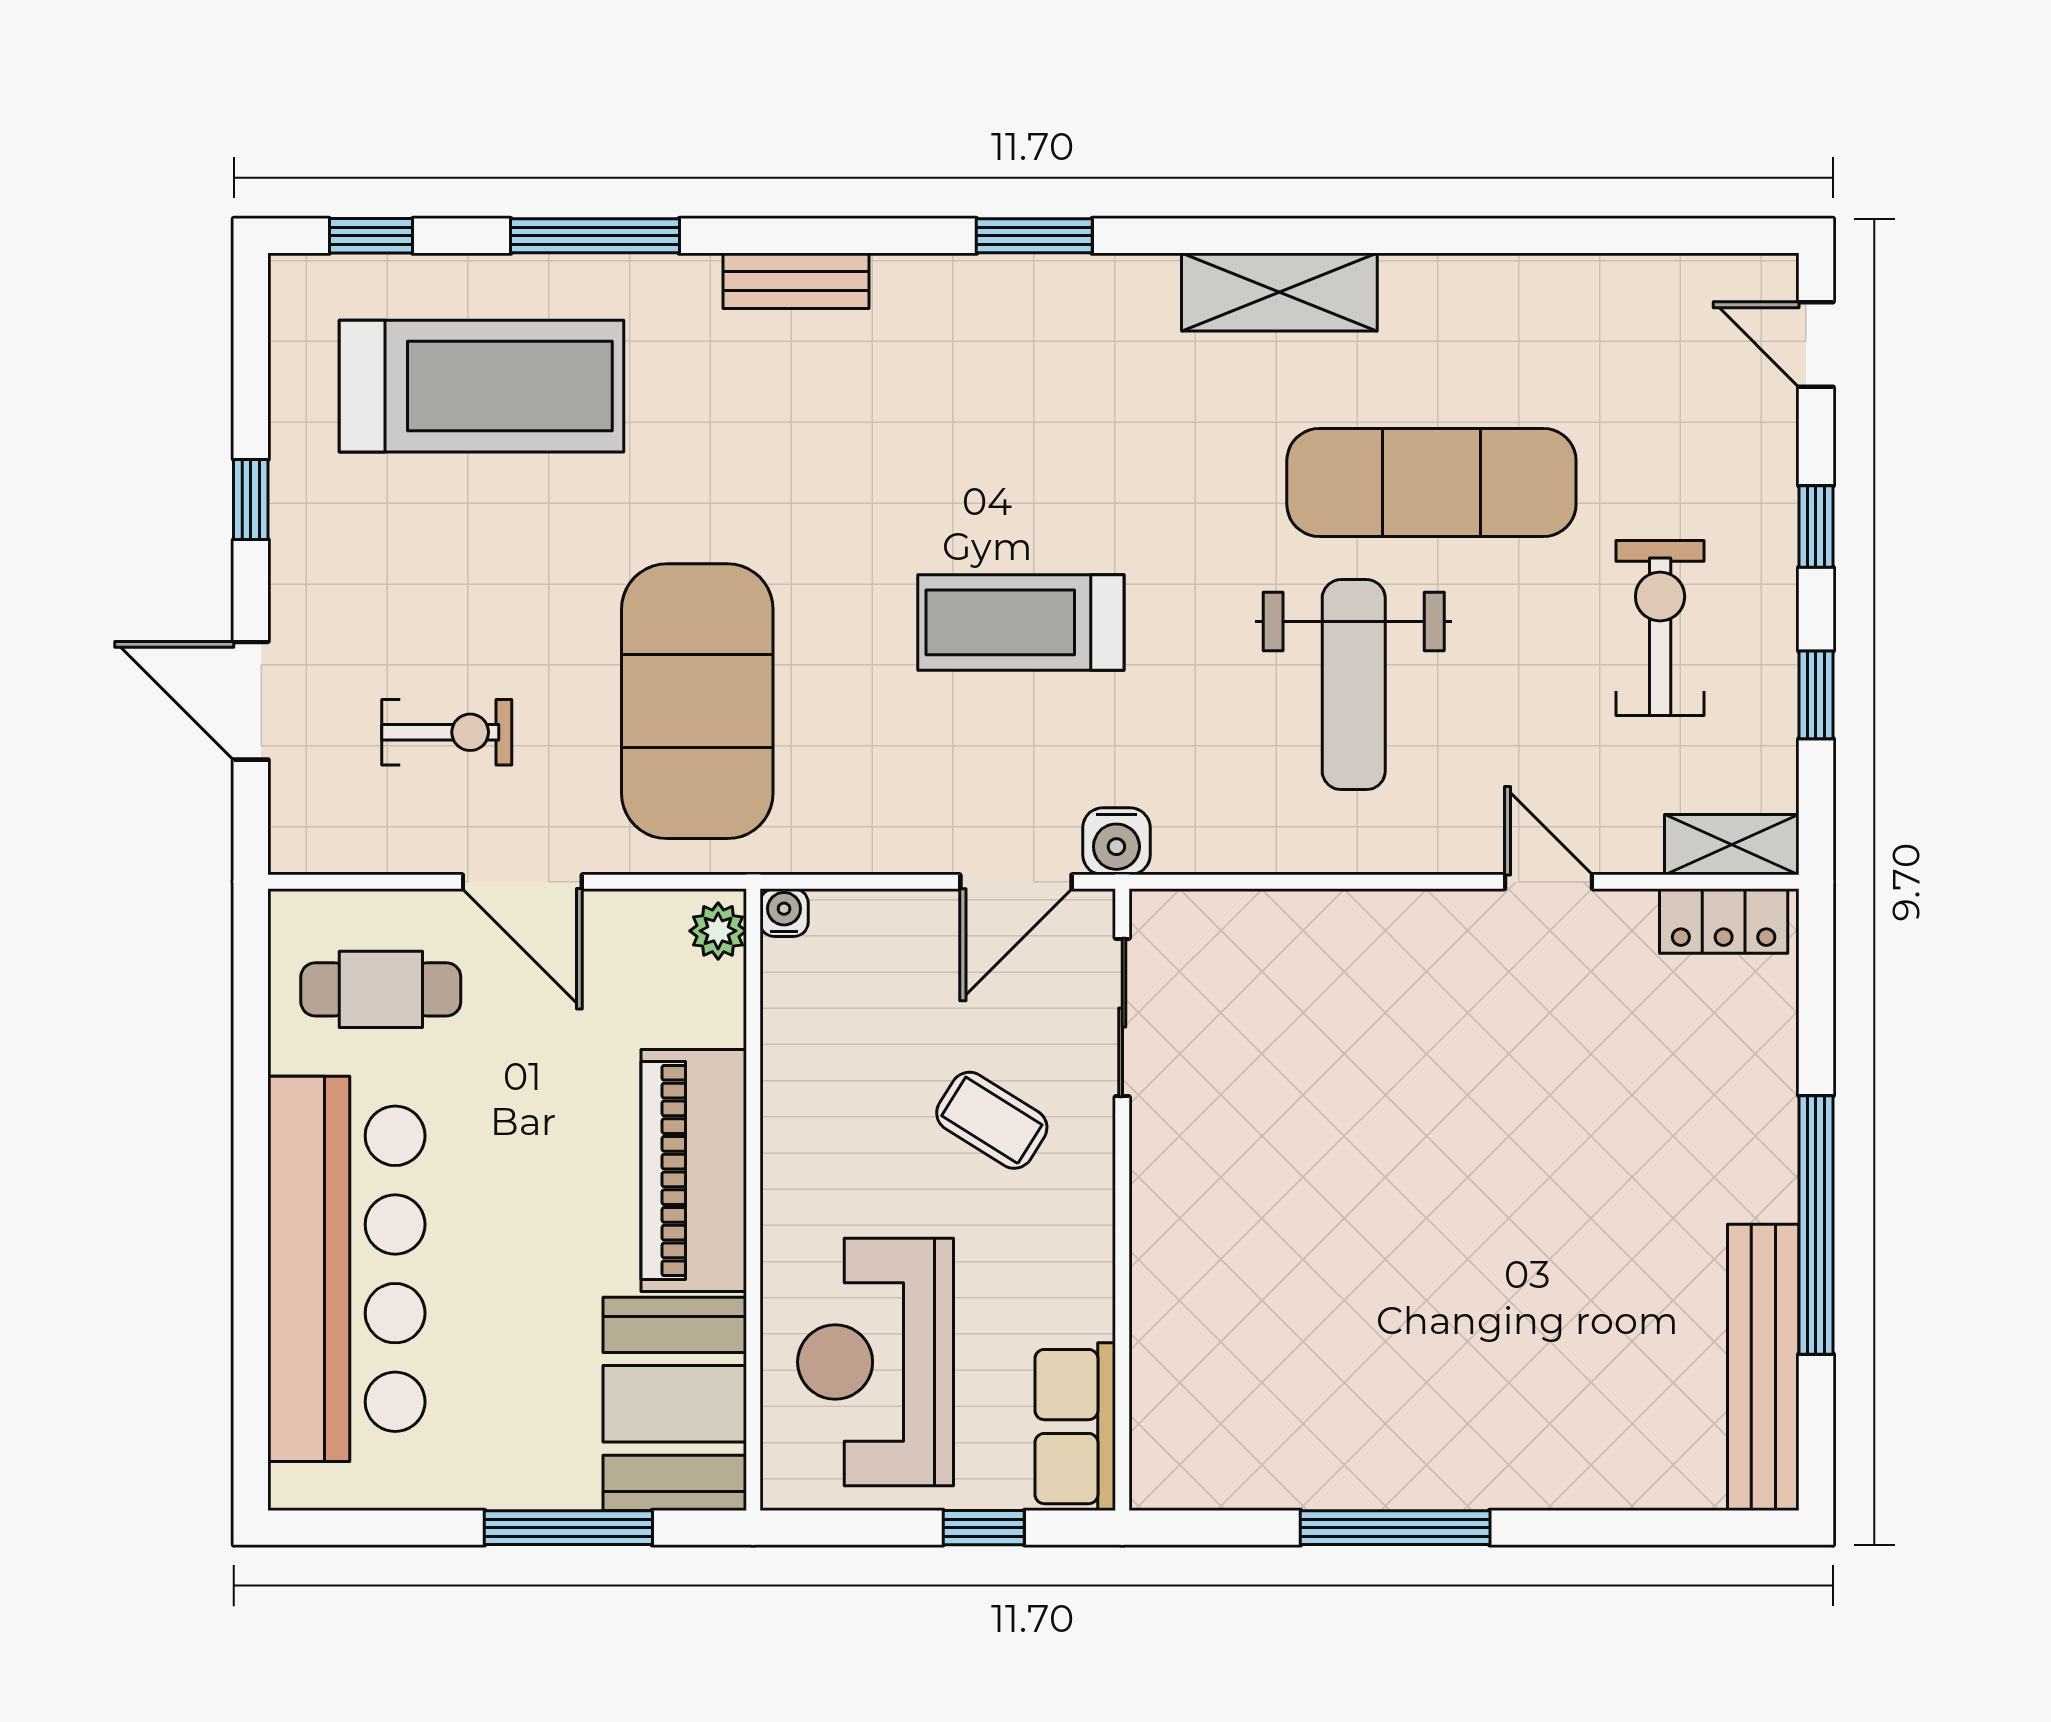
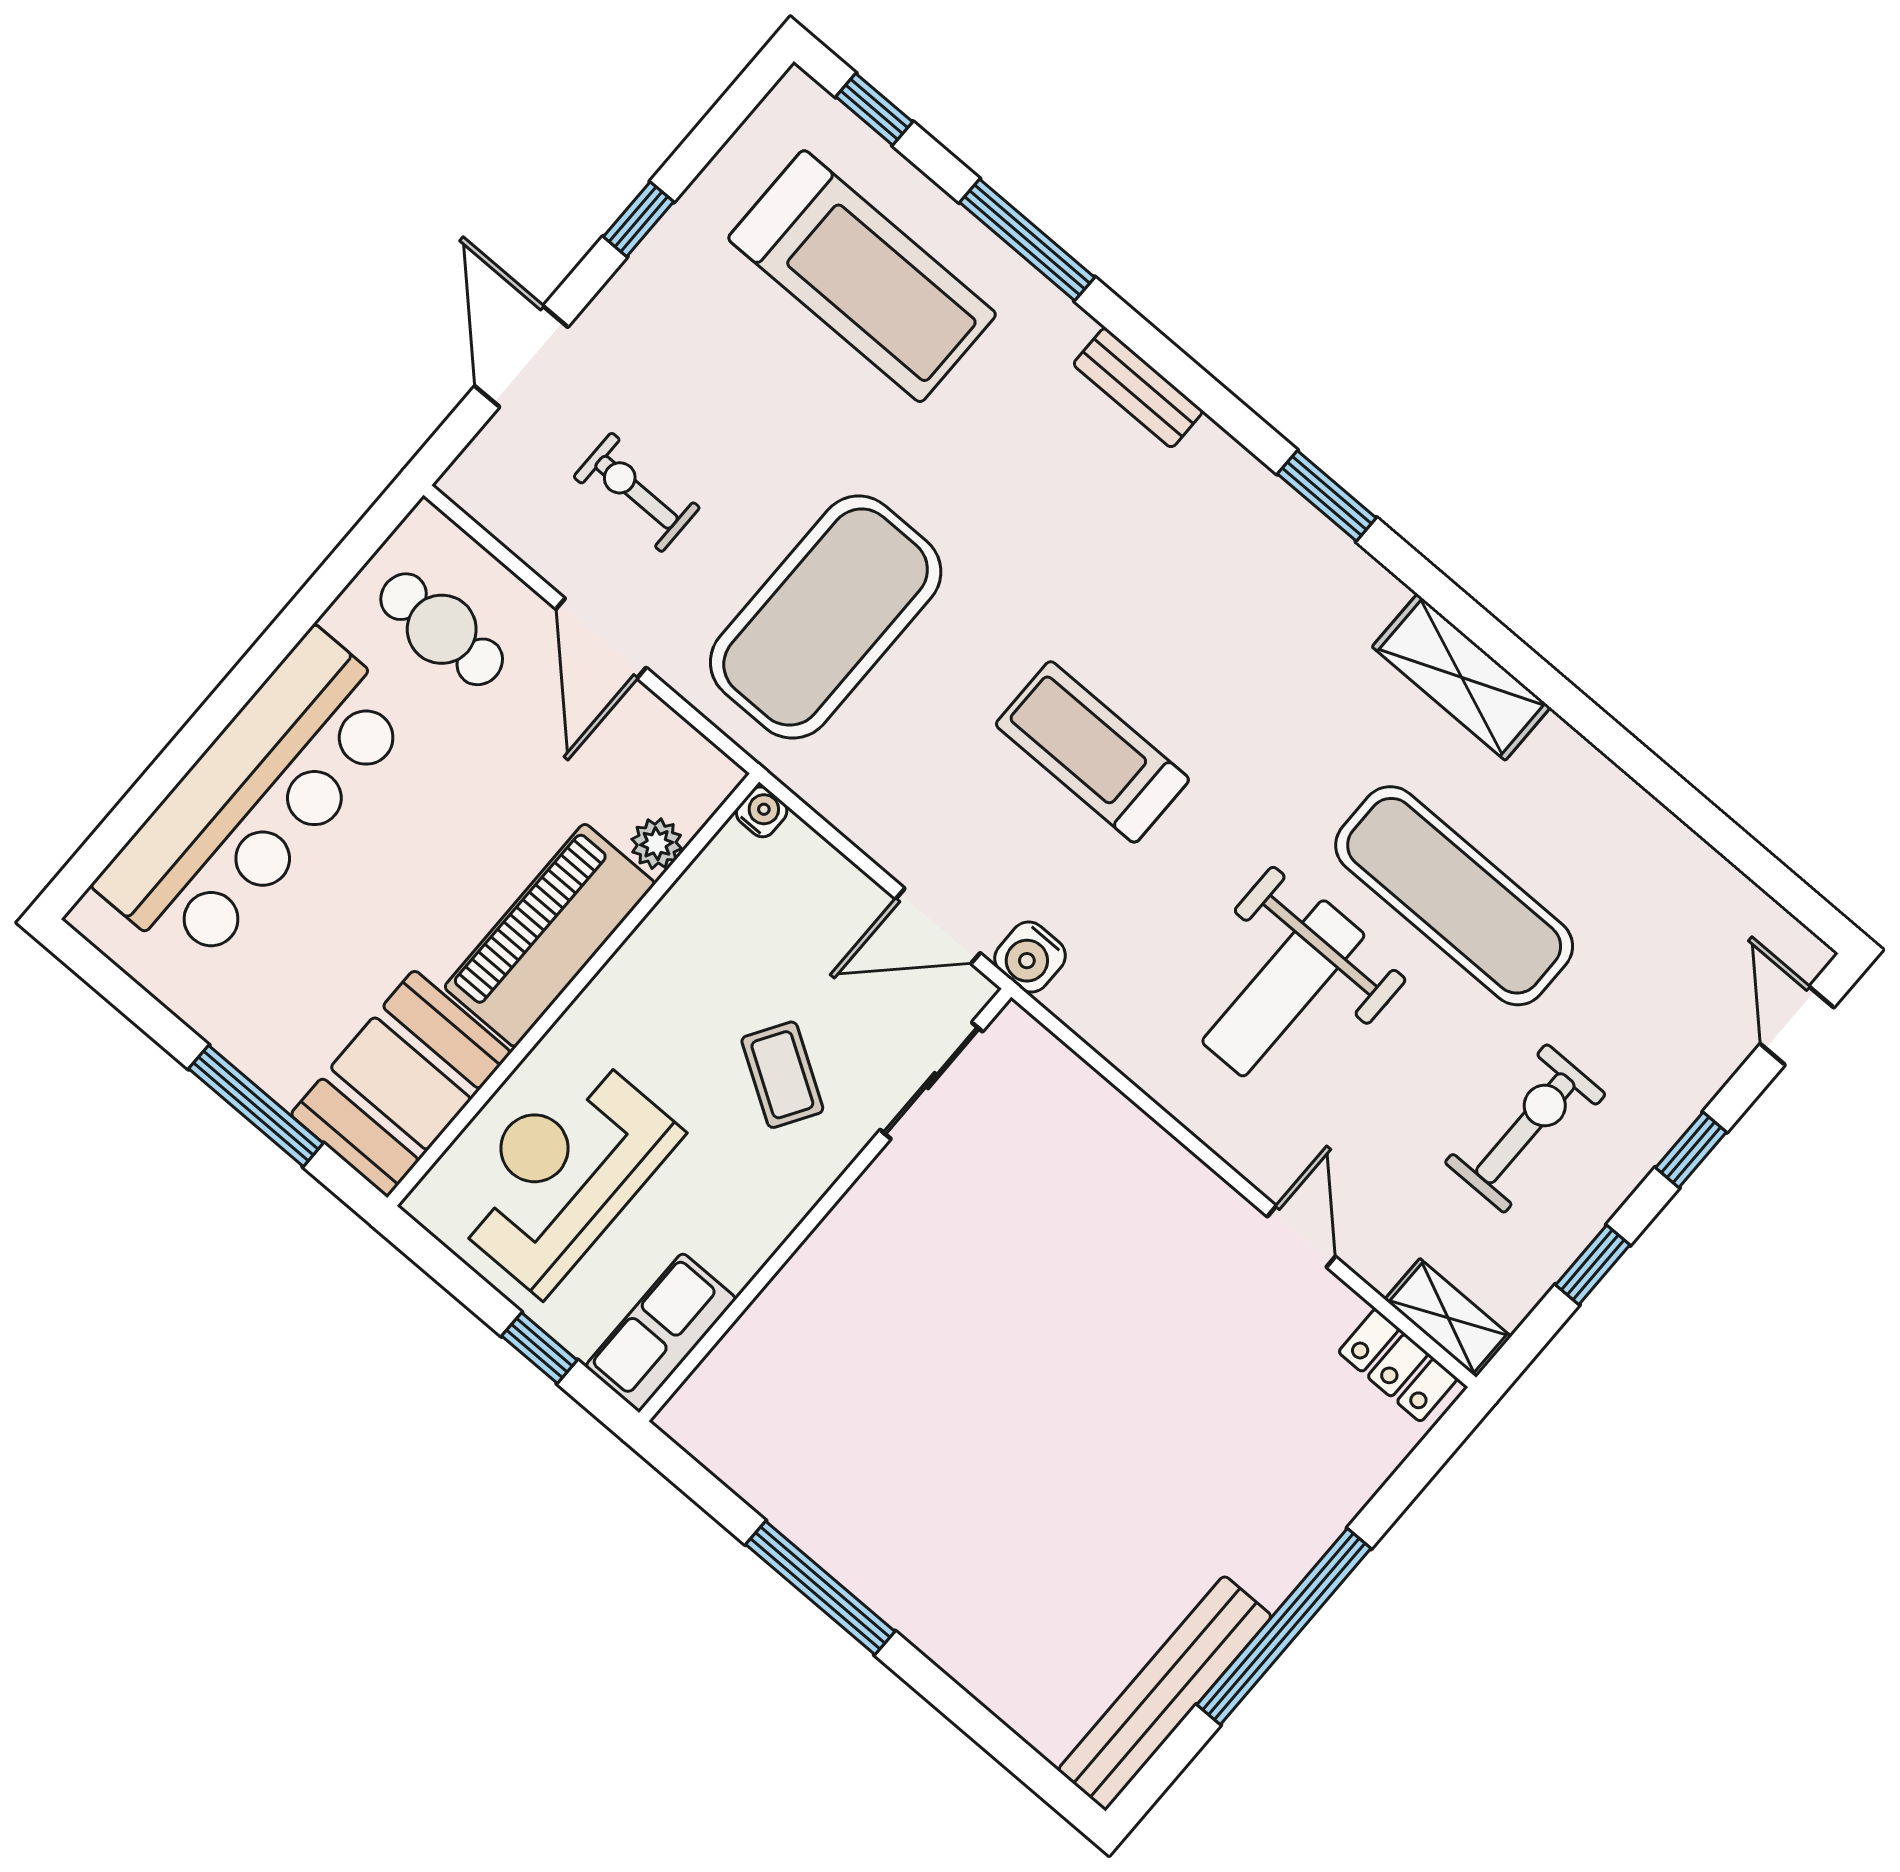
exercise bike: (447, 732) -> (637, 492), turned 180
plant: (718, 931) -> (657, 844), moved

